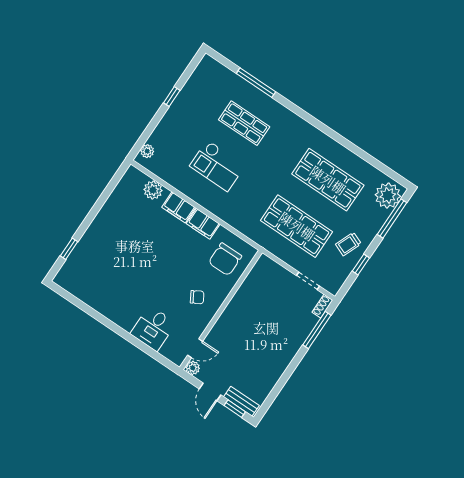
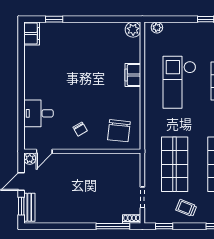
checkout: (217, 166) -> (179, 82), width x1.36, depth x1.21
plant: (153, 190) -> (133, 30), moved
filing cabinet: (203, 224) -> (32, 33), moved, turned 180
chair: (225, 259) -> (119, 131), turned -84
window: (361, 264) -> (164, 226), moved
door: (195, 348) -> (44, 151), hinge flipped

